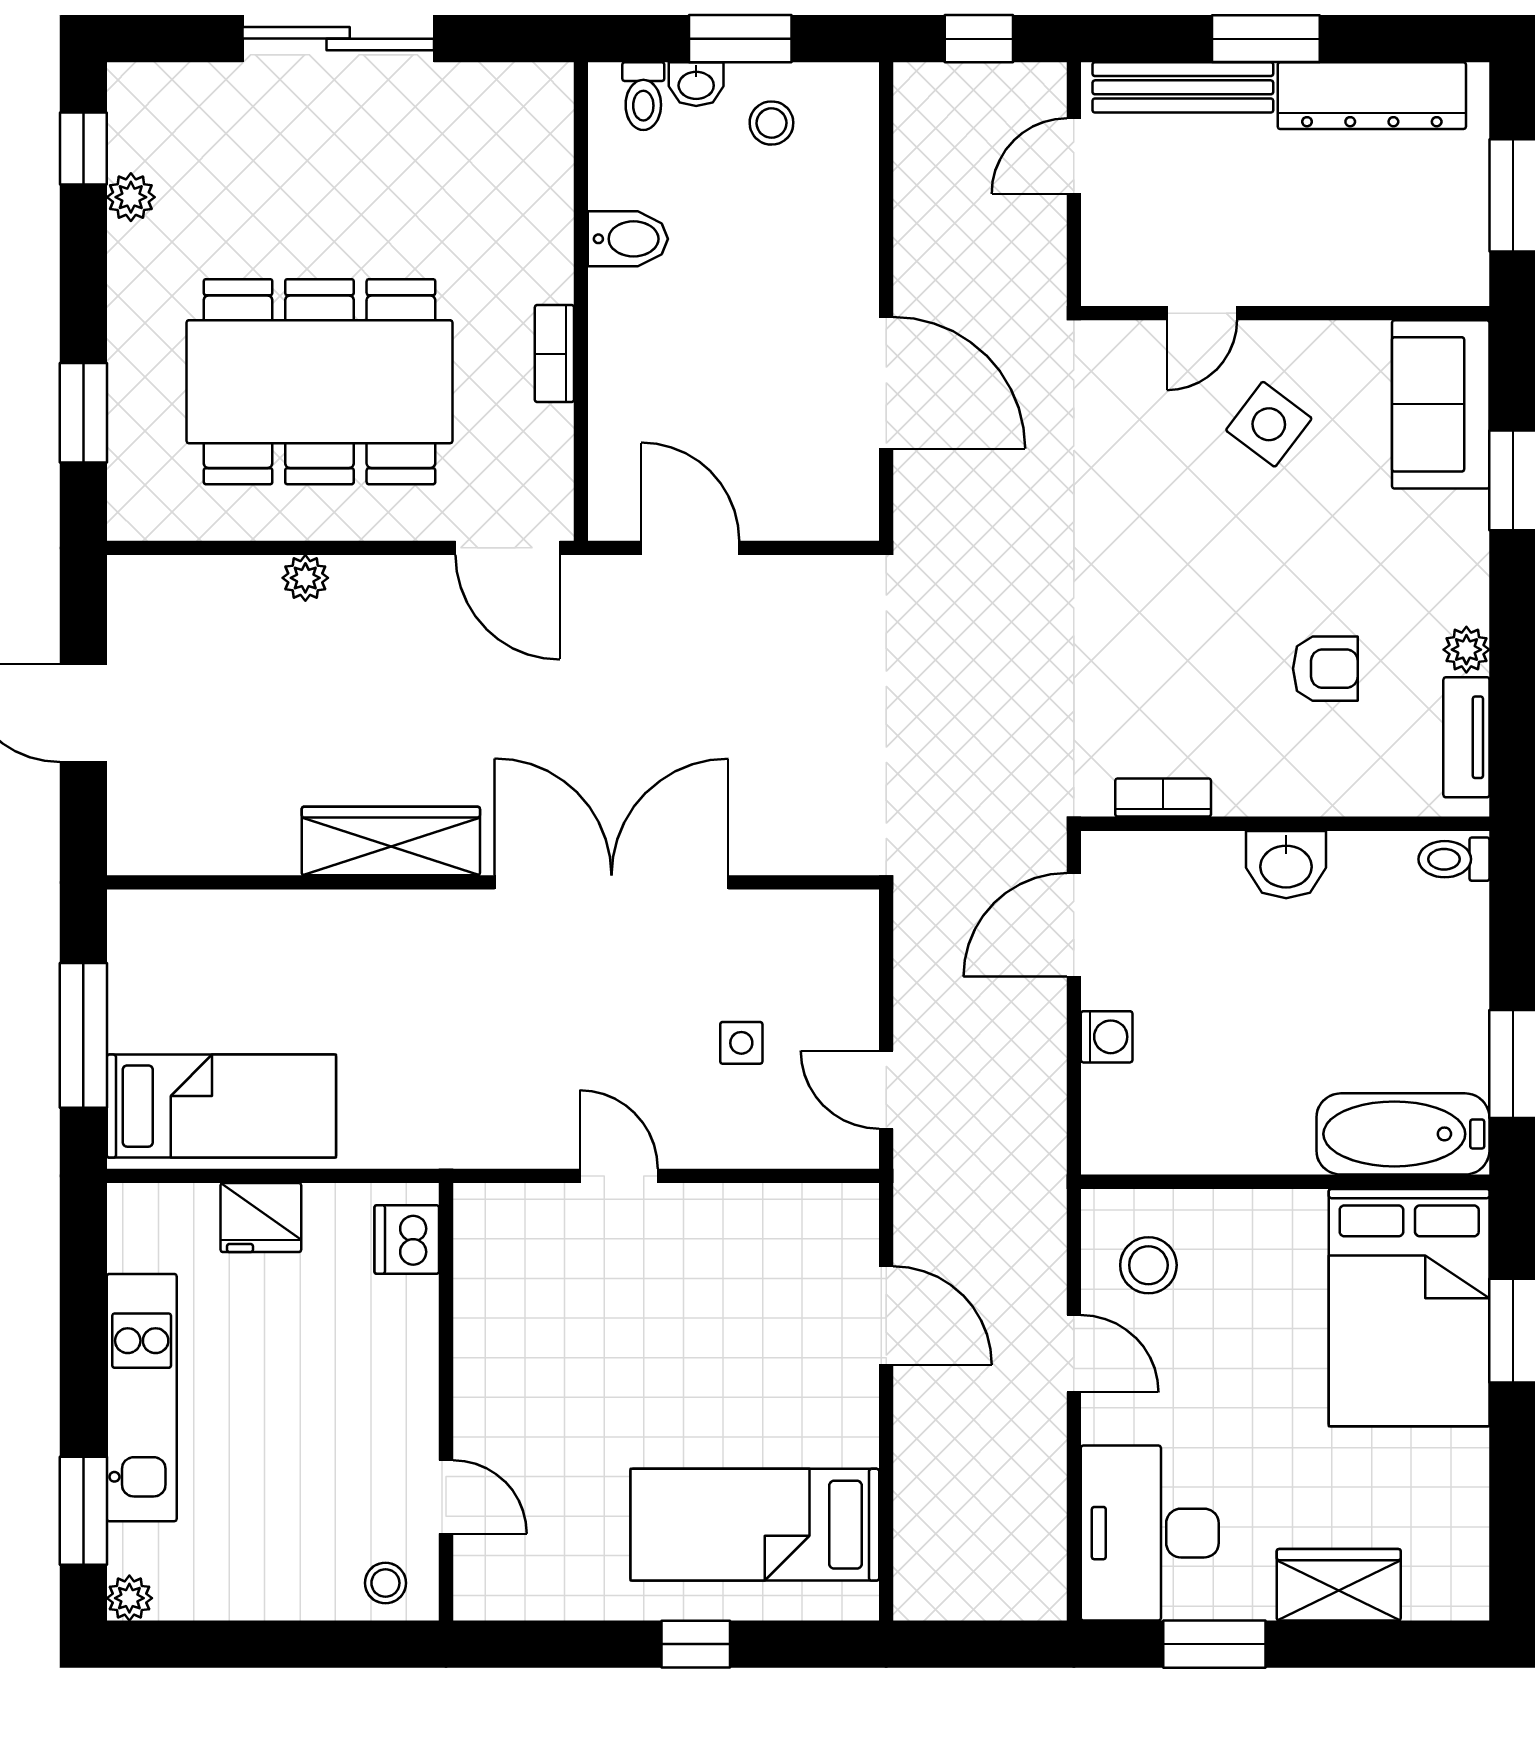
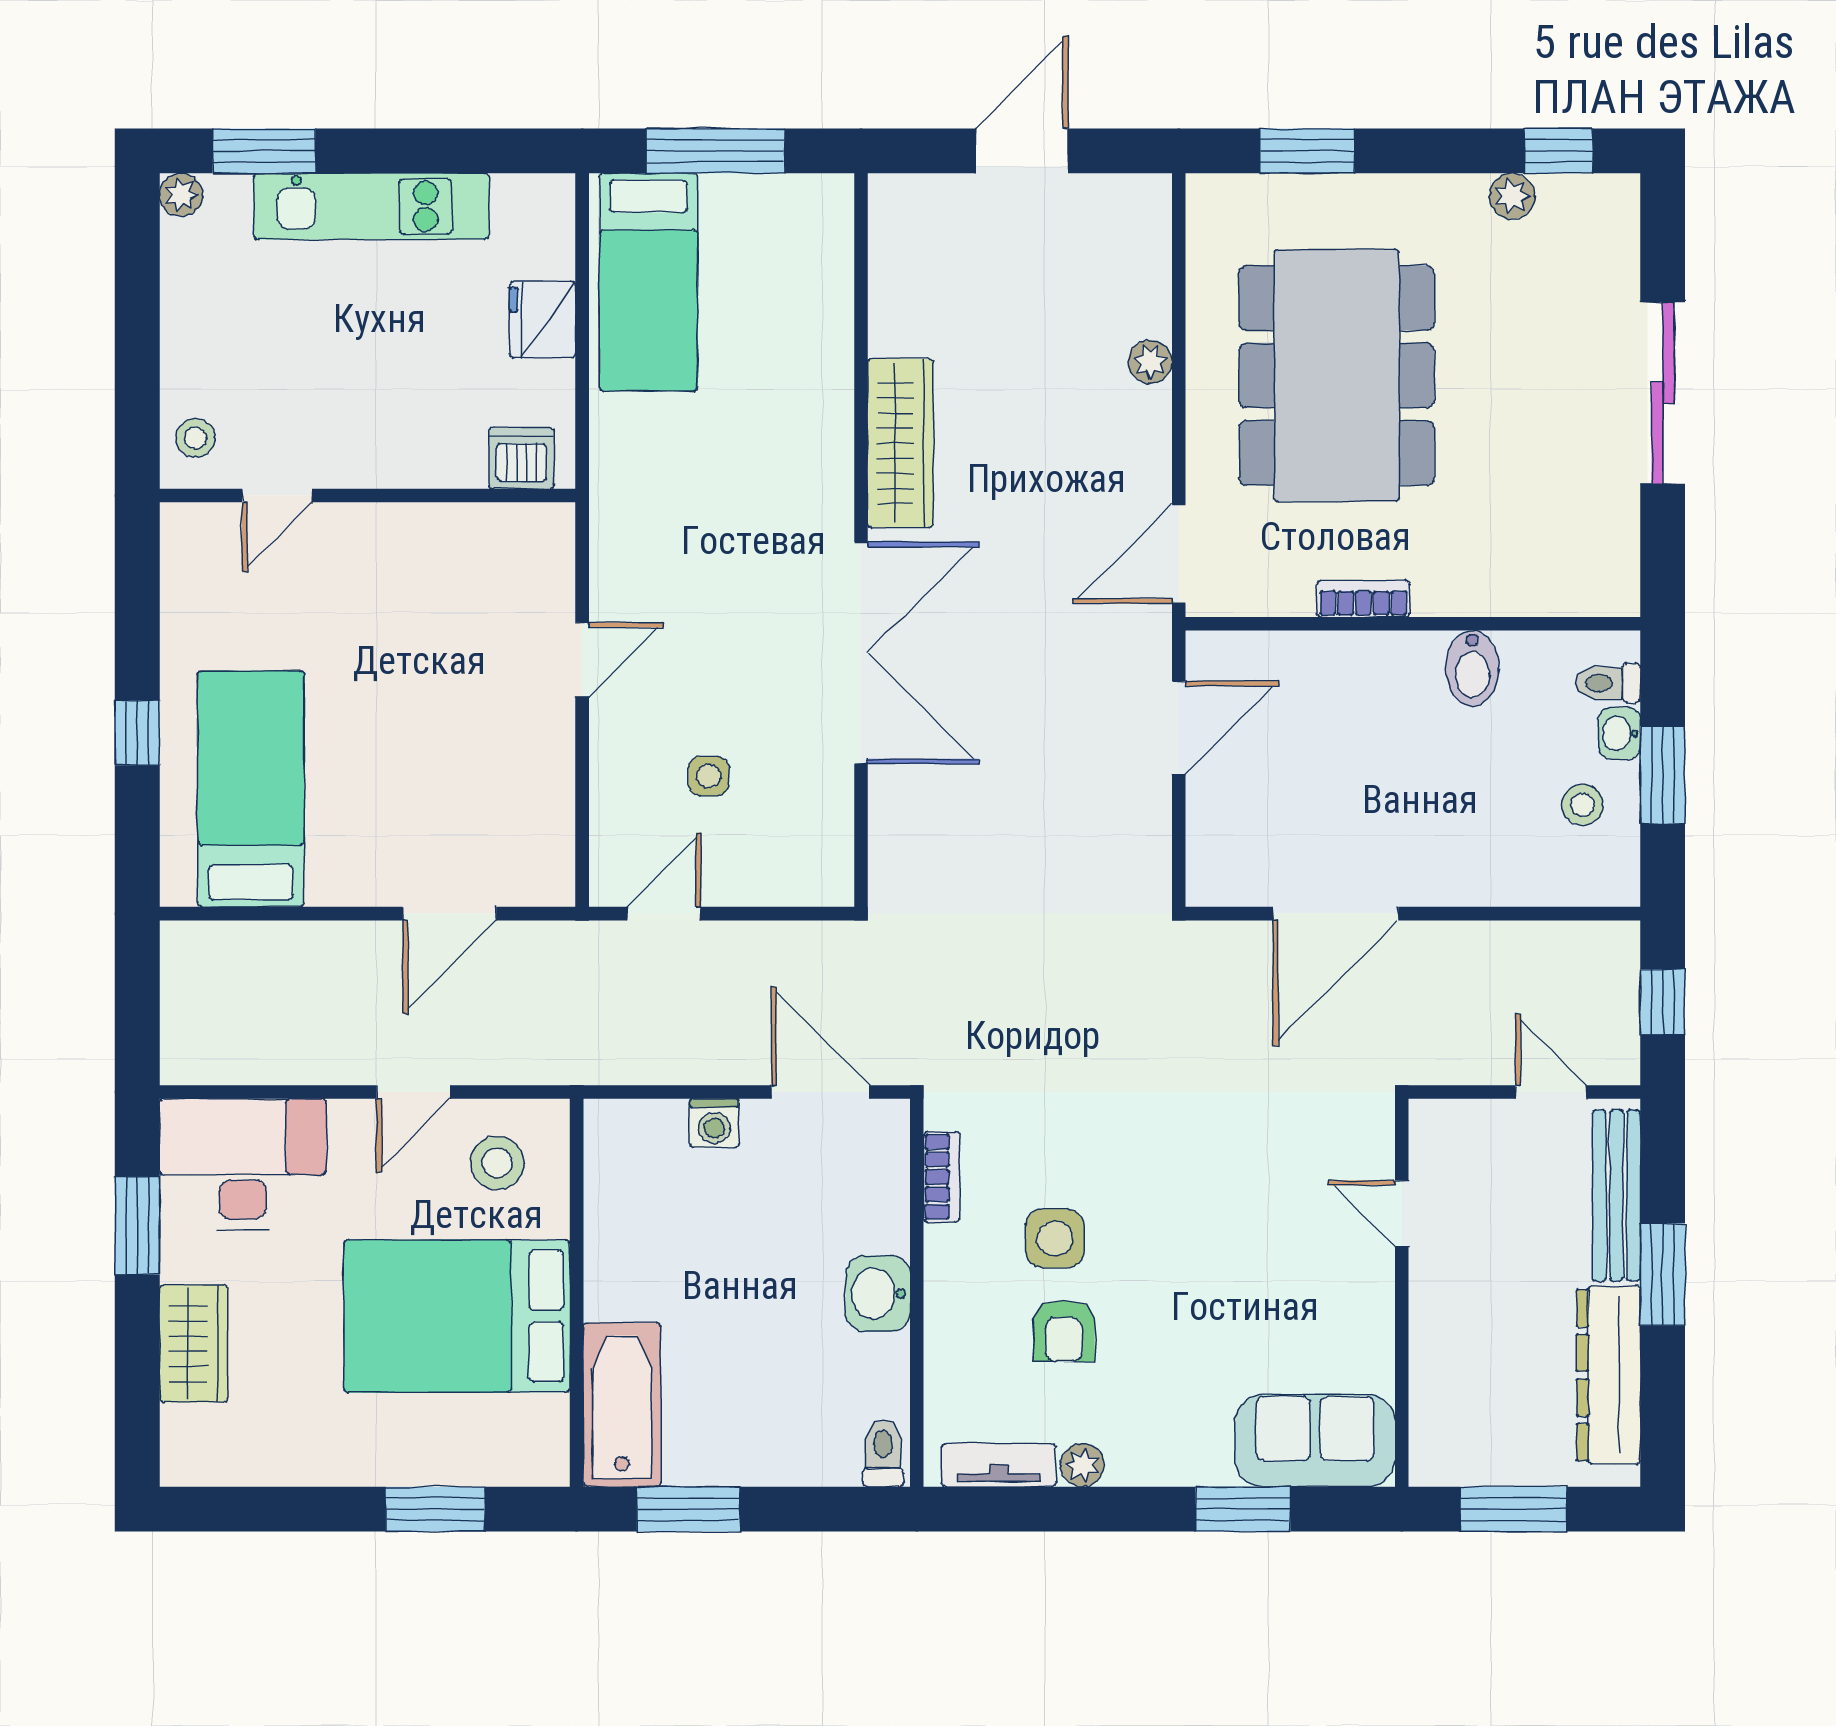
side table: (1269, 424) -> (1055, 1238), moved, turned -37
bed: (1409, 1308) -> (457, 1316), moved

